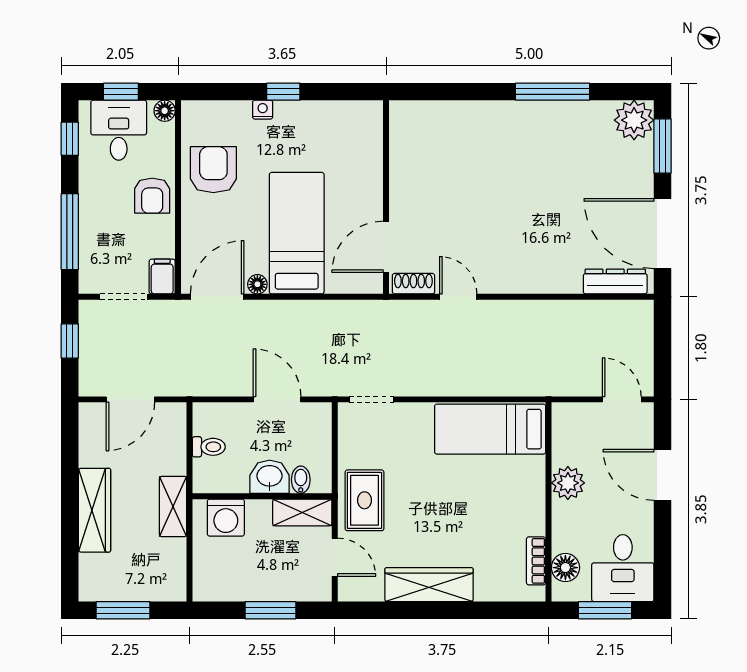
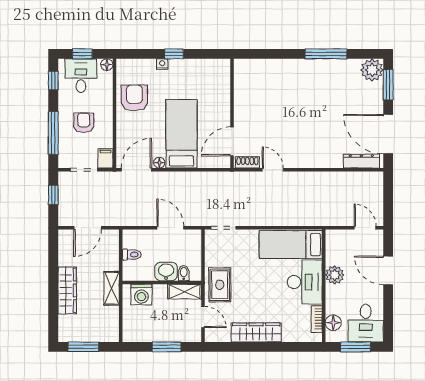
armchair: (152, 196) -> (84, 123), moved, turned 180
desk: (515, 496) -> (305, 282), added

